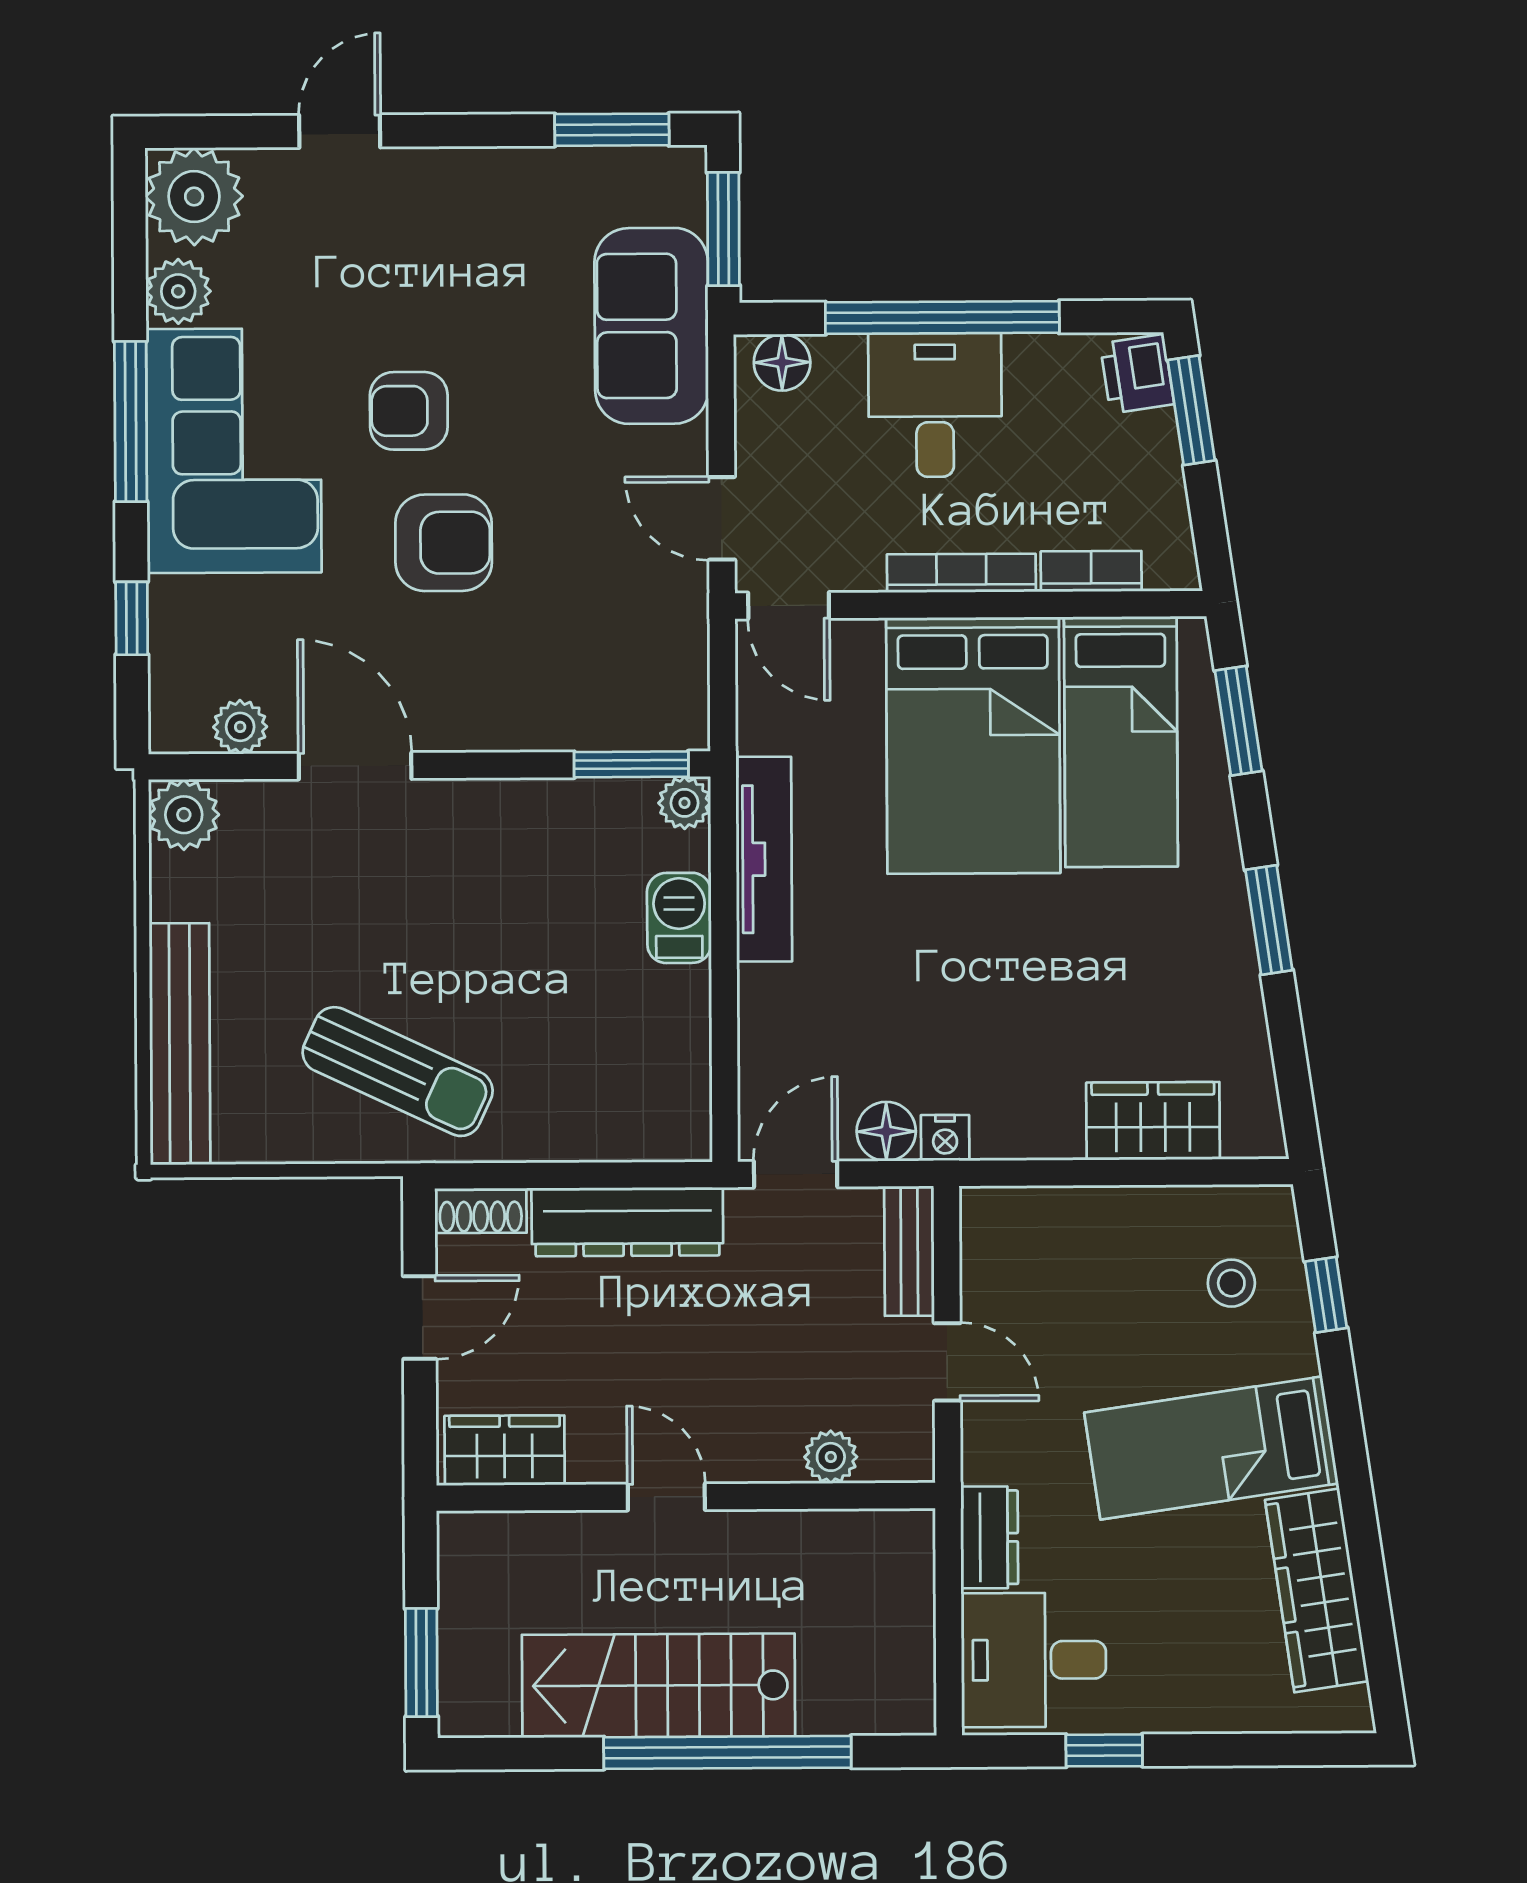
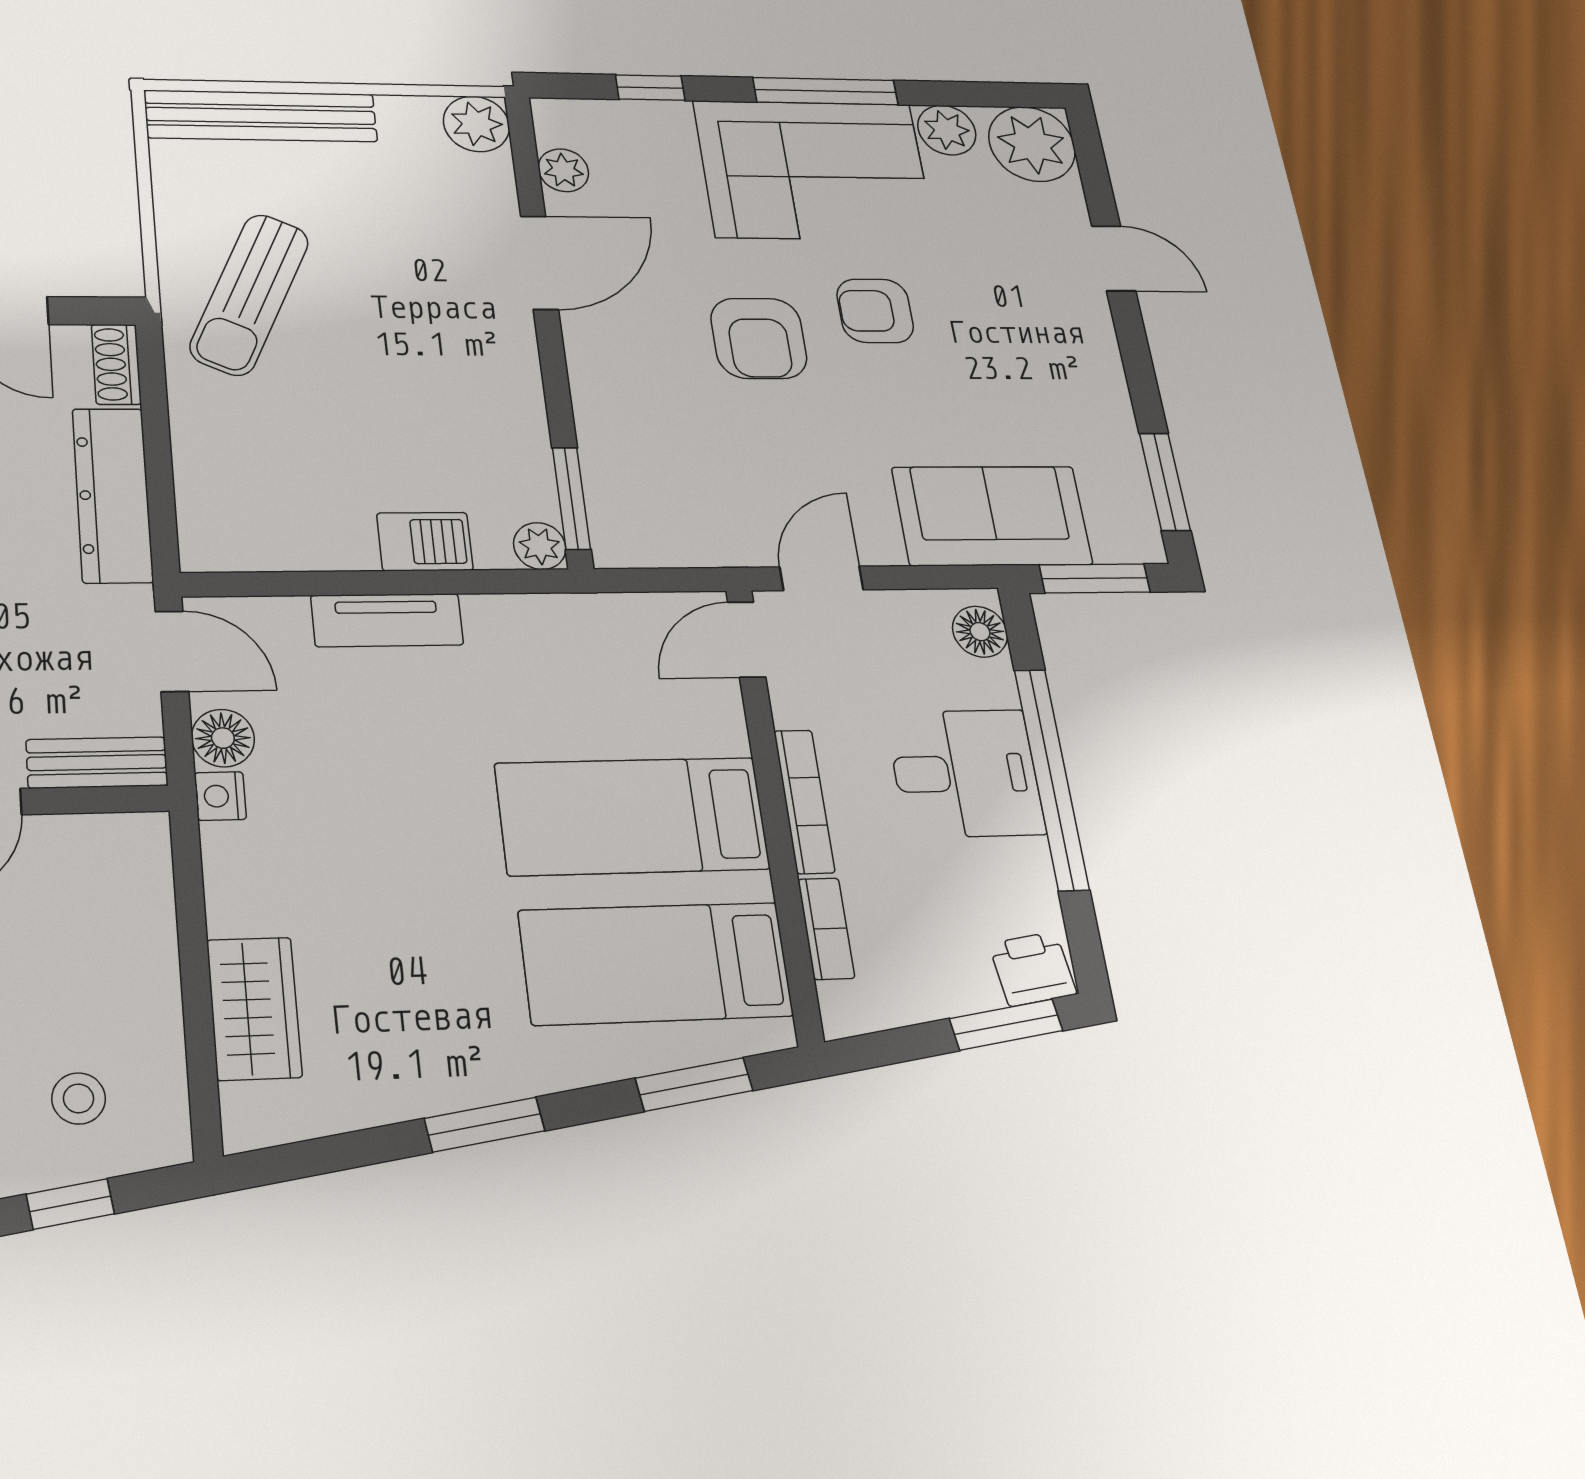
armchair: (409, 411) -> (875, 311), turned -90
bed: (973, 745) -> (632, 816), width x0.67
tv unit: (764, 859) -> (387, 620), moved, width x0.71

